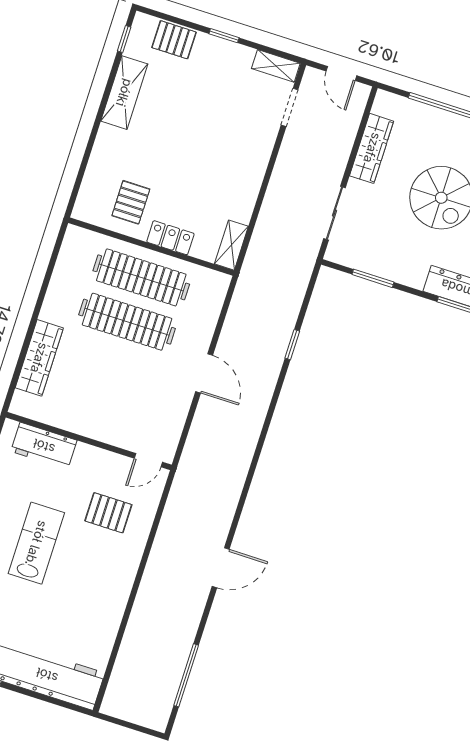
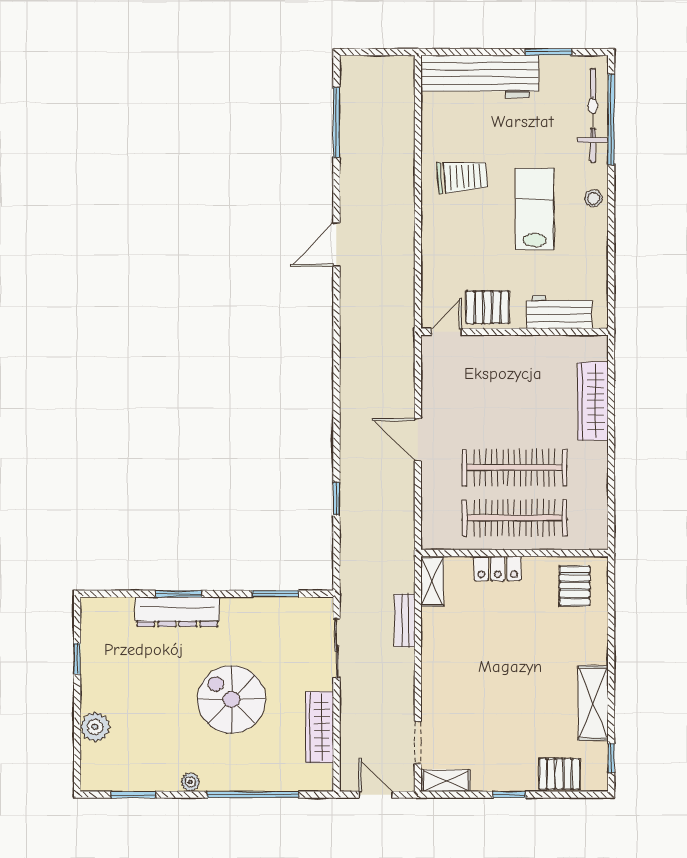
pallet: (131, 202) -> (575, 586), moved
bench: (267, 218) -> (405, 621), added
pallet: (108, 513) -> (488, 307), moved
lab bench: (36, 543) -> (535, 209), turned 180
trolley: (91, 592) -> (462, 177), added

